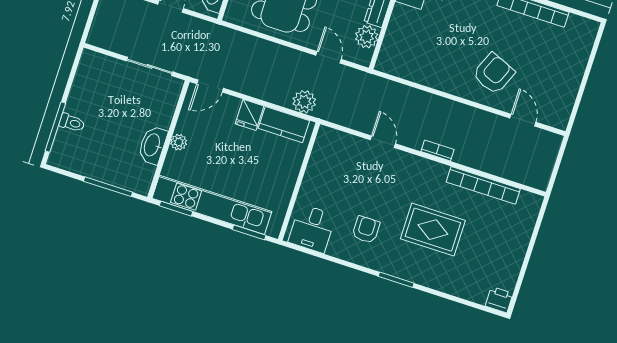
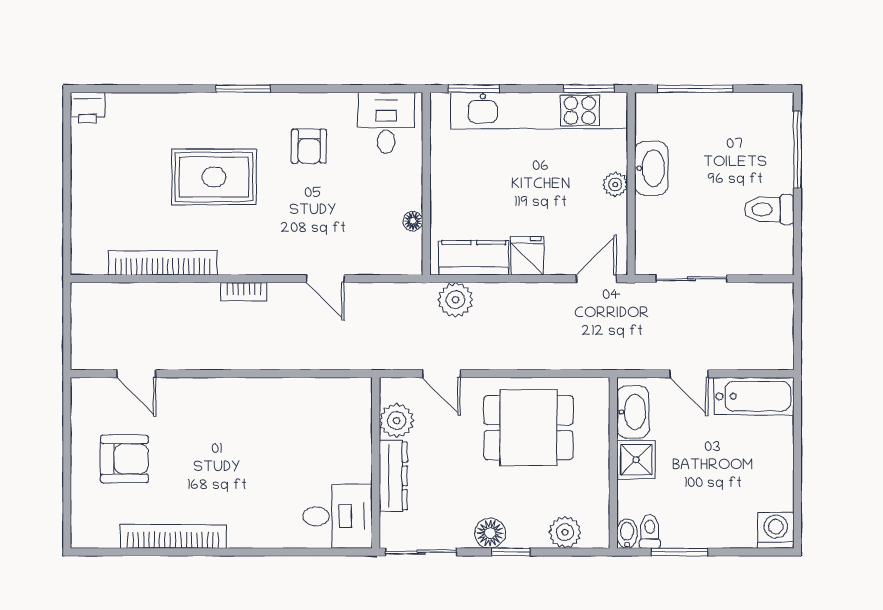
armchair: (494, 74) -> (124, 459), moved, turned -113
toilet: (72, 123) -> (769, 209), moved, width x1.37, depth x1.39
floor lamp: (315, 161) -> (413, 221), added

